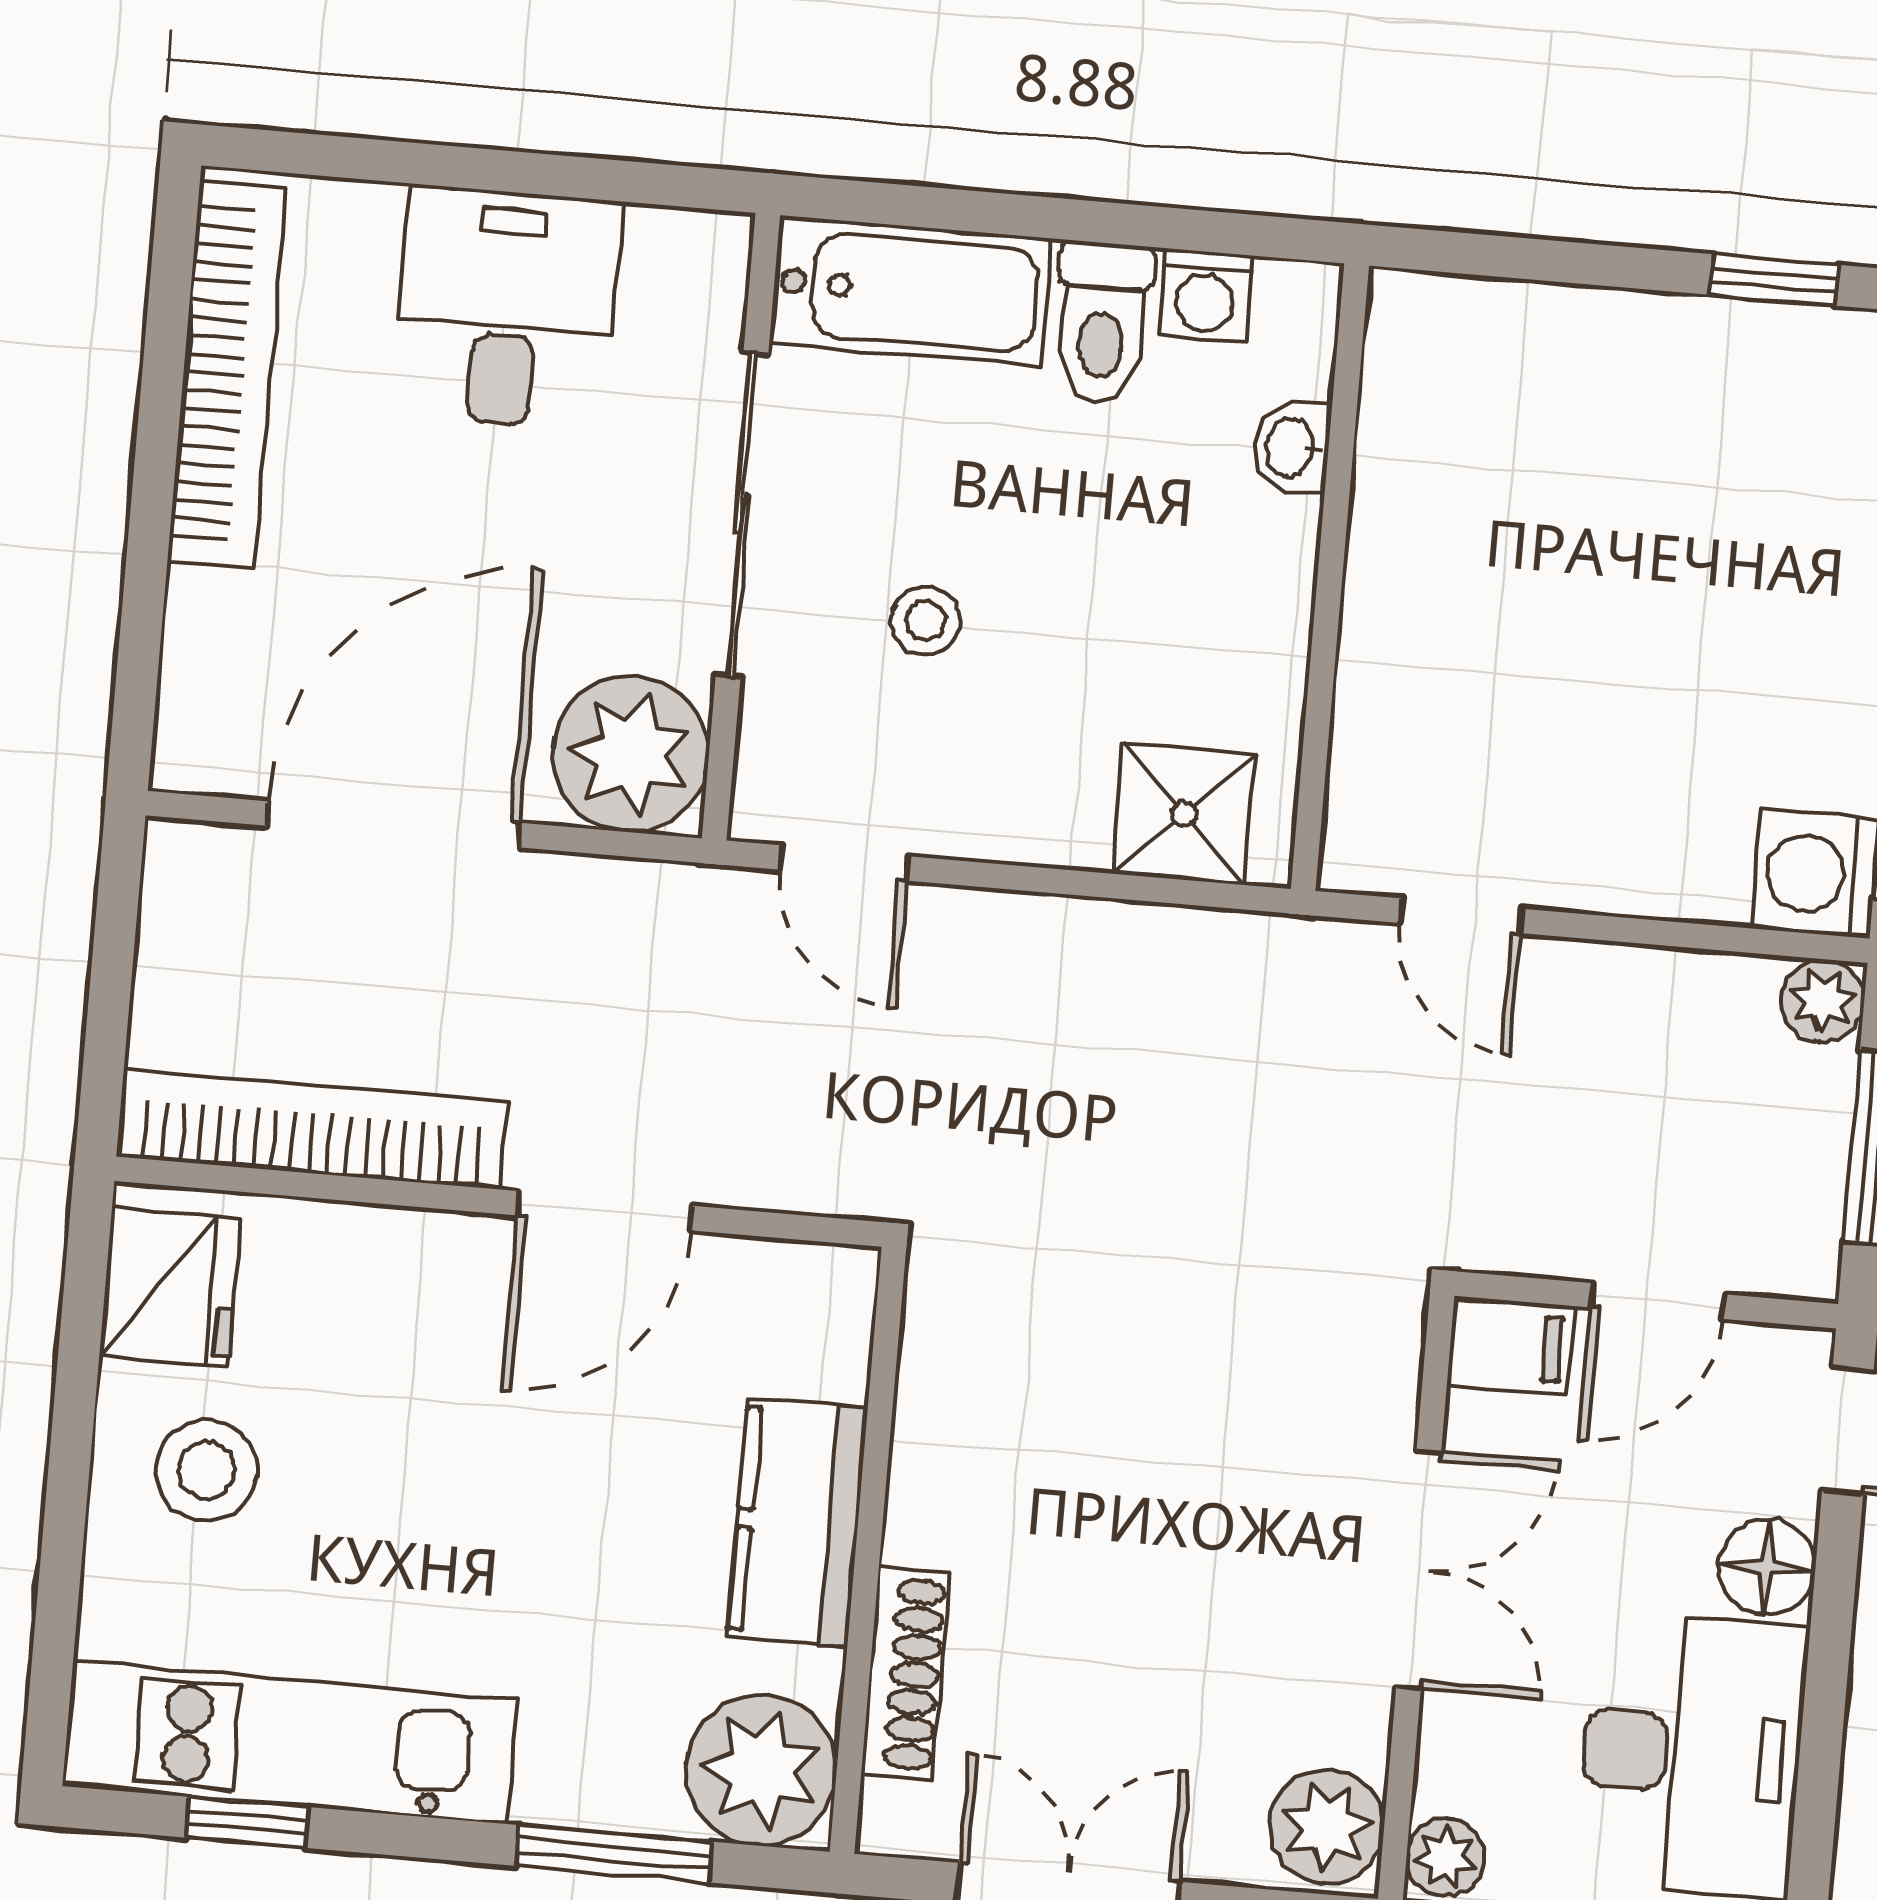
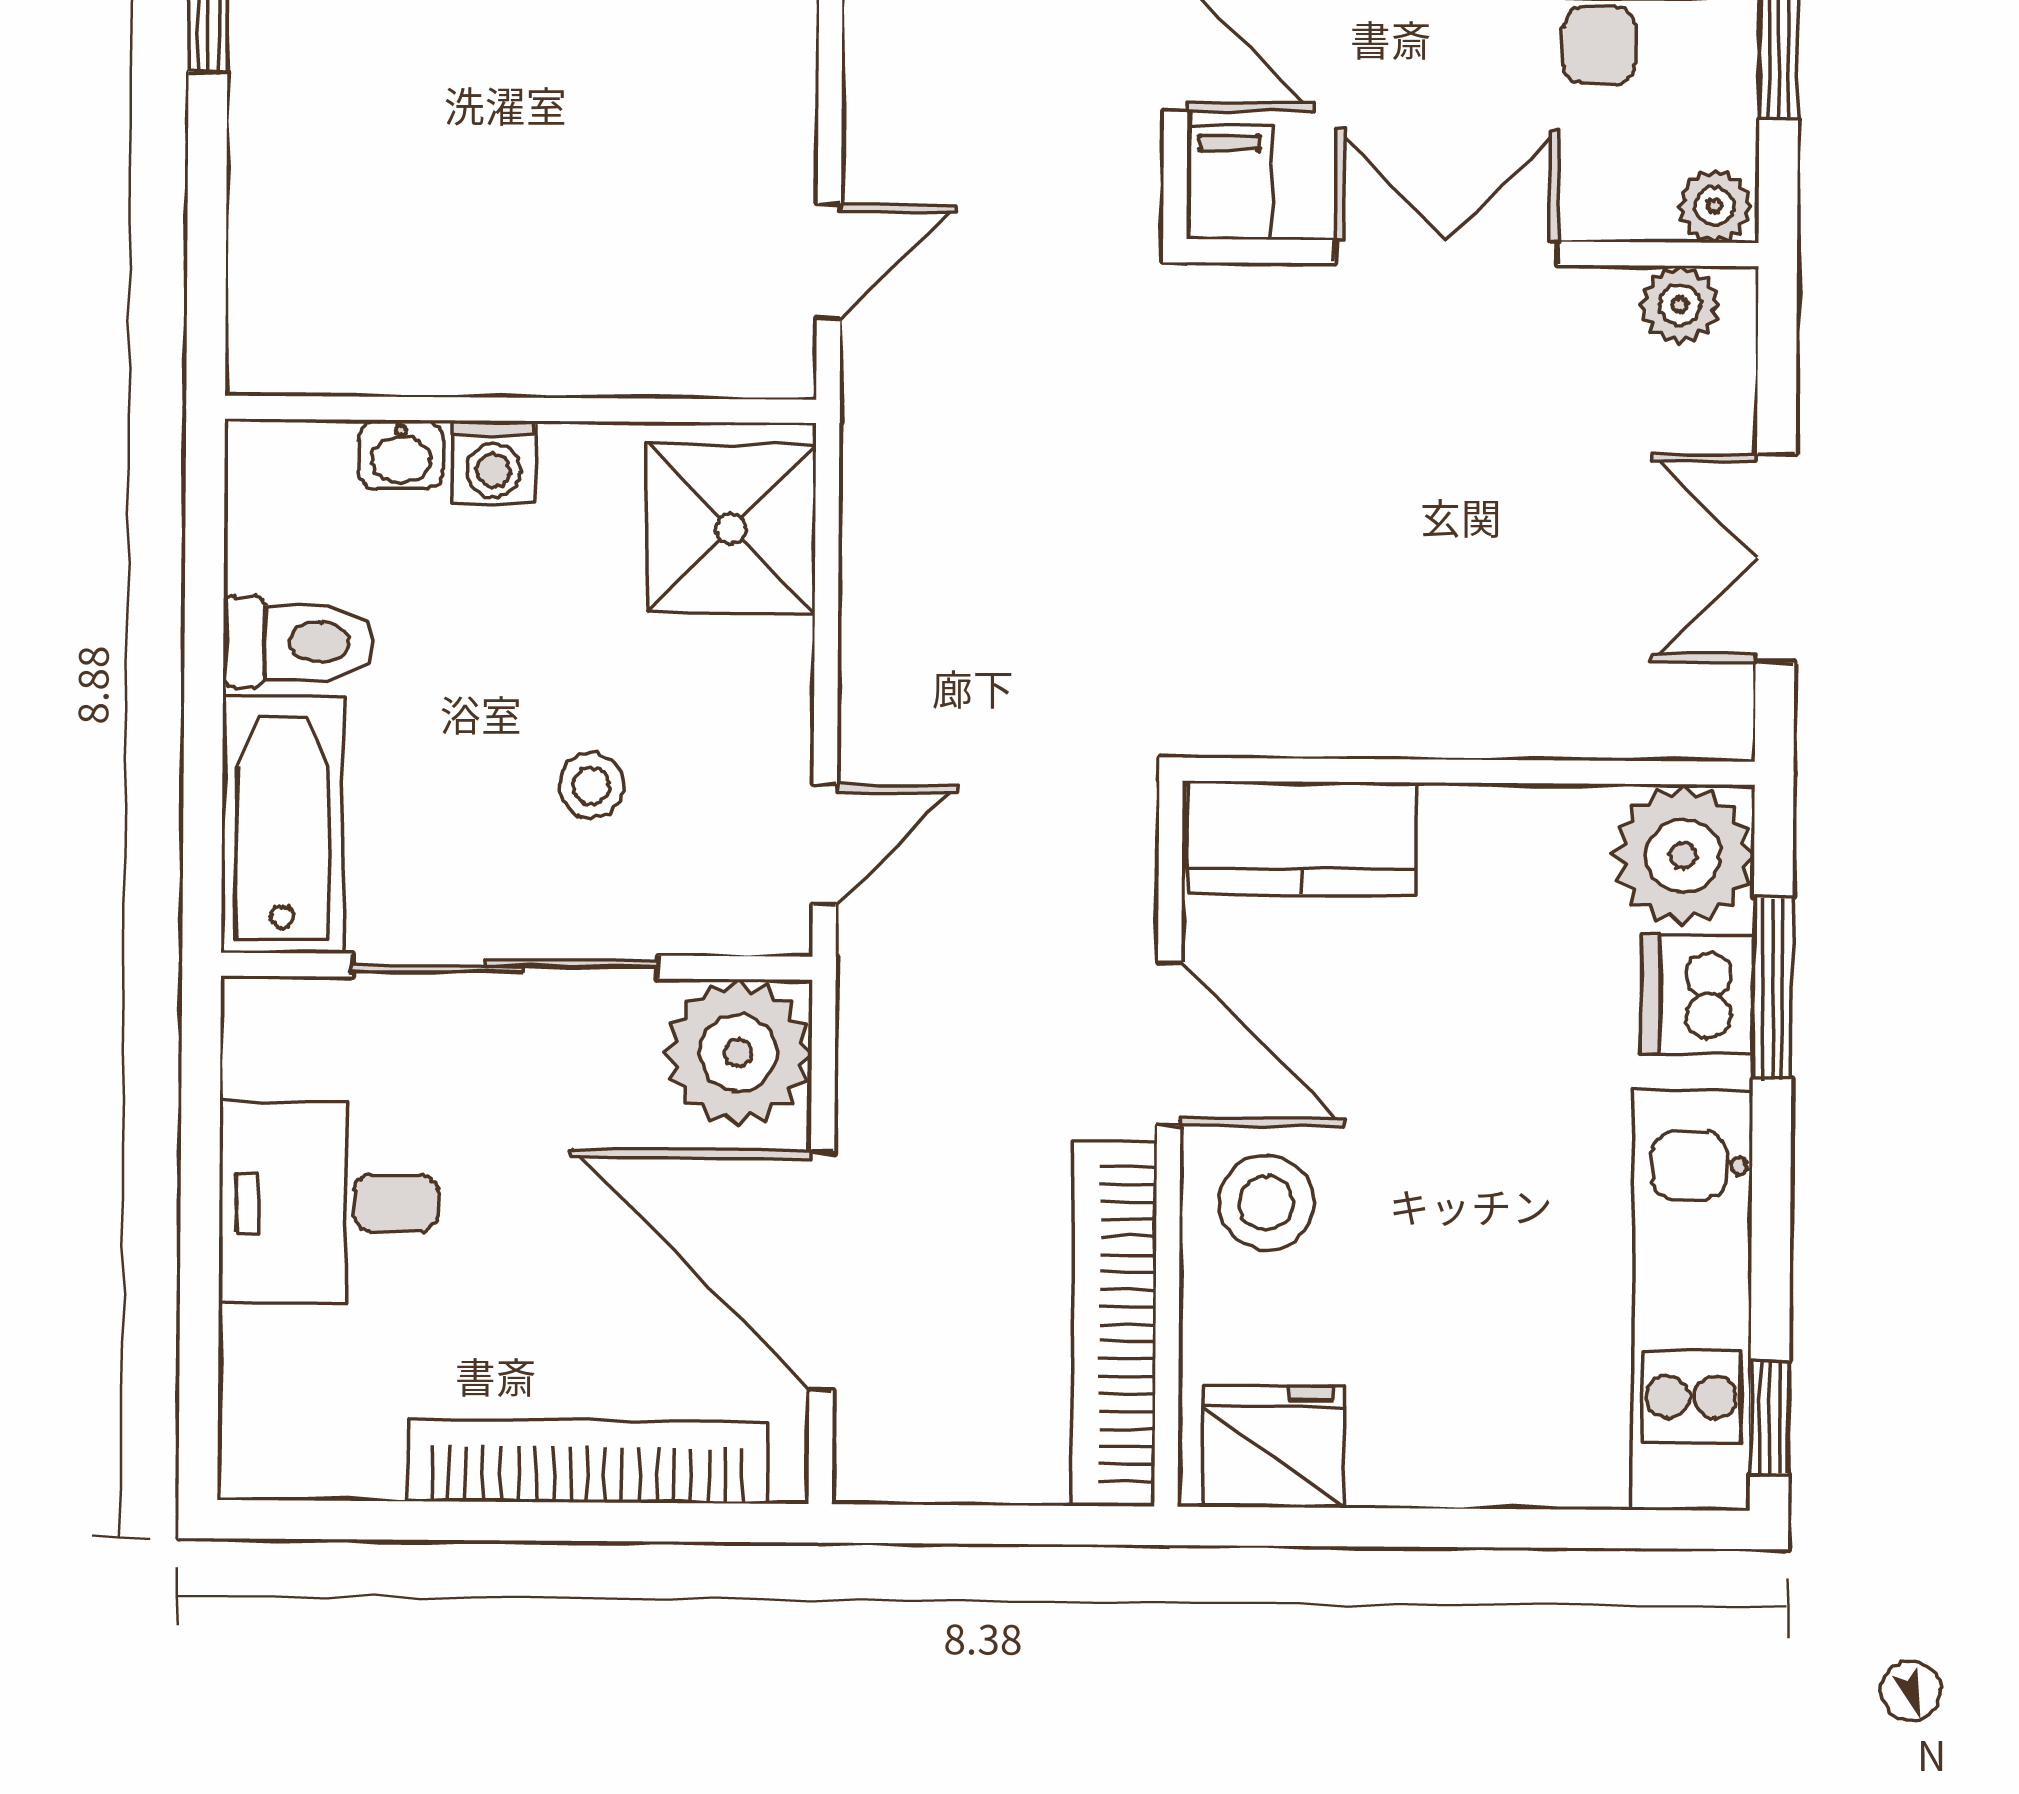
washing machine: (1205, 296) -> (493, 462), moved, turned 90
bookcase: (227, 375) -> (588, 1462), moved
shower: (1184, 814) -> (731, 529), width x1.36, depth x1.36
stool: (206, 1470) -> (1266, 1203), moved
kitchen counter: (798, 1523) -> (1303, 838), moved
shoe rack: (905, 1674) -> (1582, 727), removed
dishwasher: (613, 1774) -> (1697, 994), added
window: (247, 1822) -> (1770, 1418), moved
plant: (1327, 1827) -> (1680, 305), width x0.73, depth x0.73

